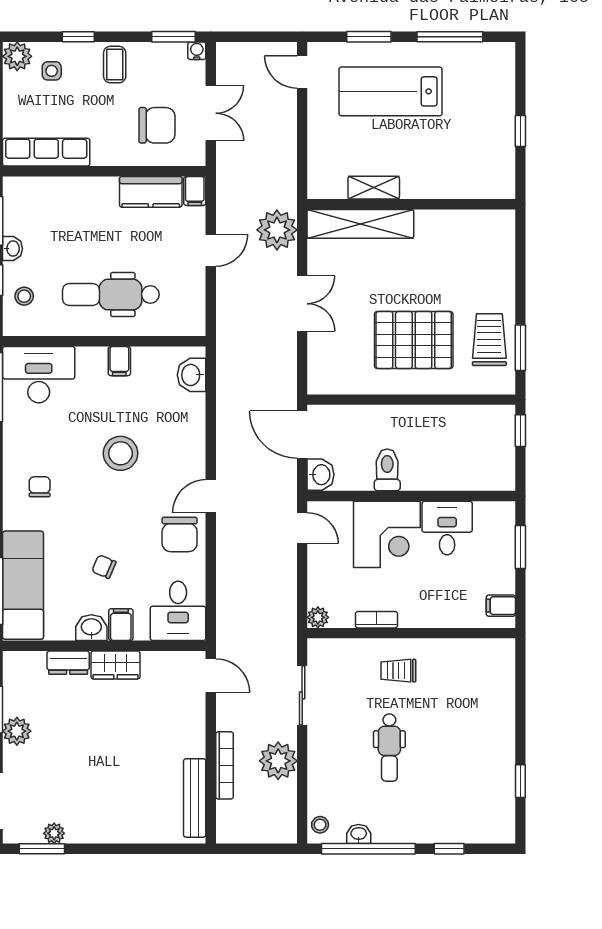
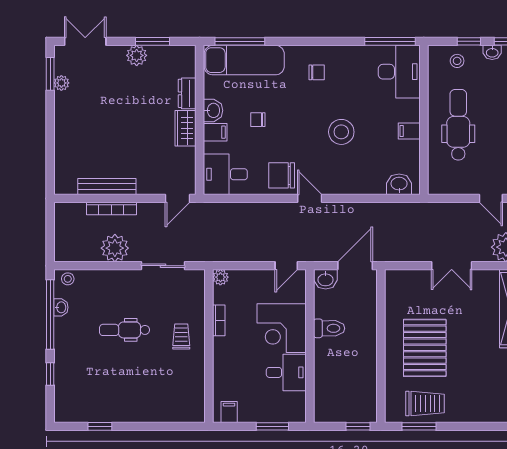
chair: (104, 567) -> (258, 120), turned -113
bench: (195, 798) -> (107, 187), moved

